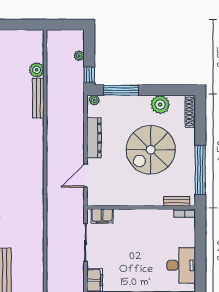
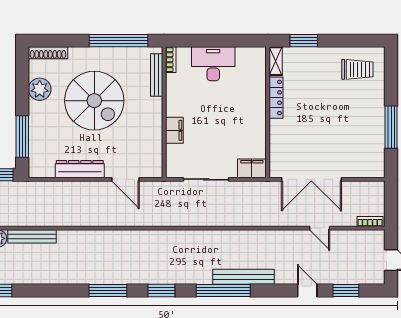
plant: (94, 100) -> (34, 169), removed
bench: (177, 201) -> (157, 75), width x1.36
filing cabinet: (102, 216) -> (174, 130), moved
desk: (181, 265) -> (213, 64), moved

